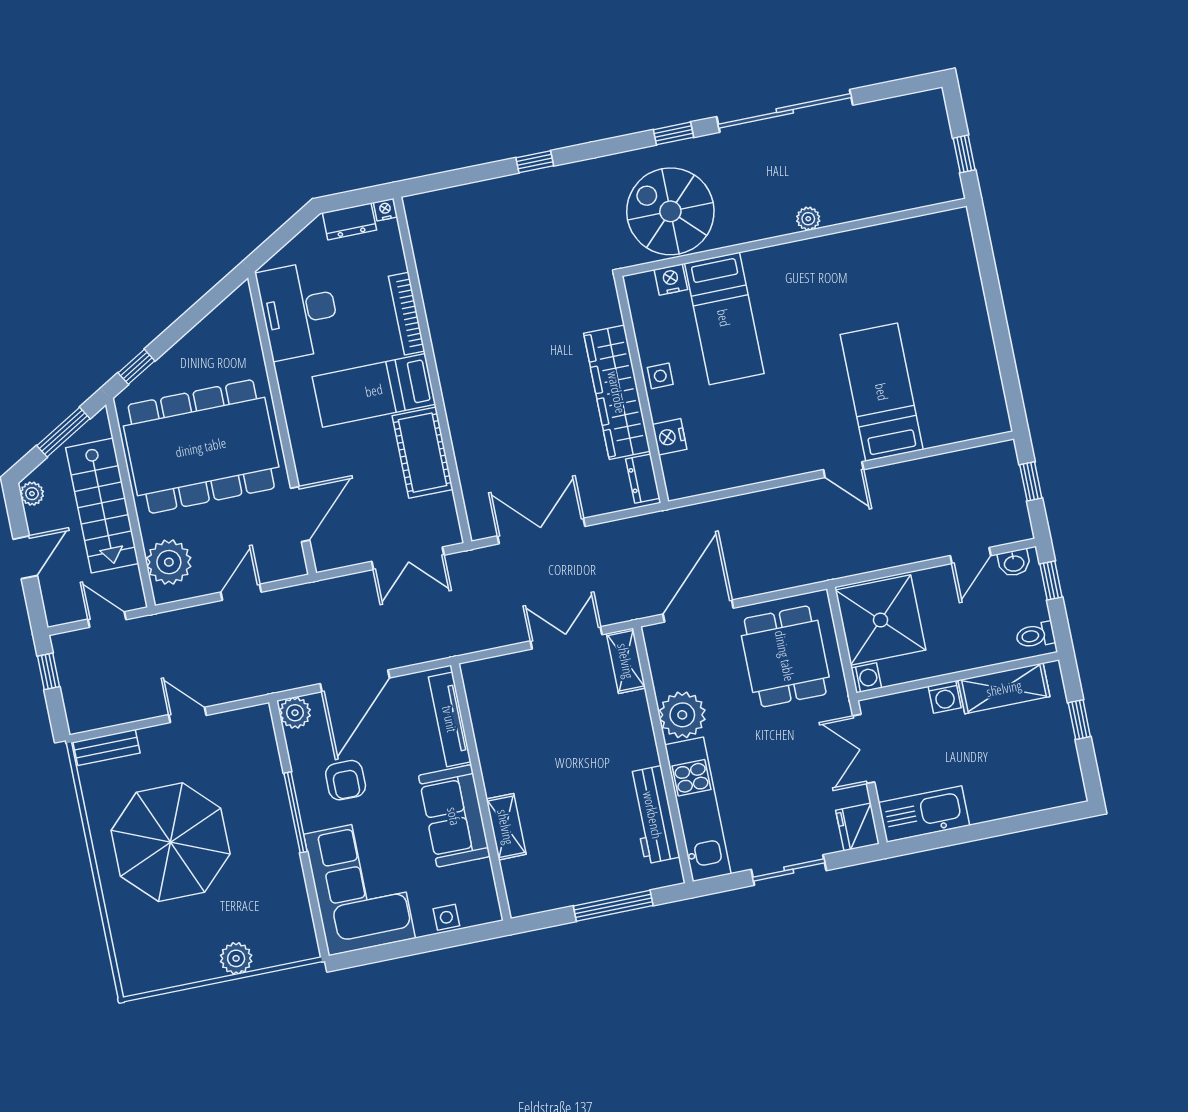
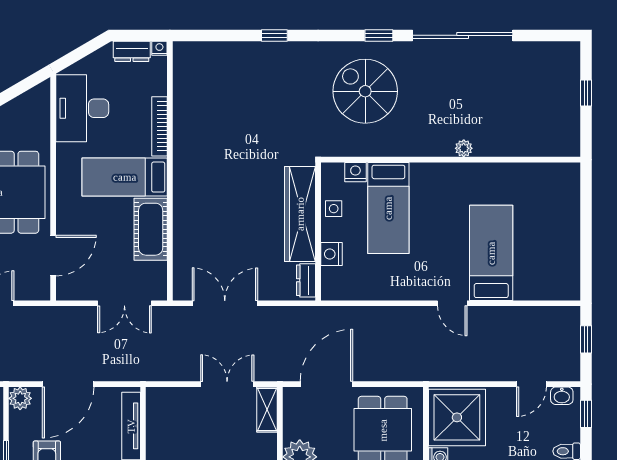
plant: (808, 219) -> (464, 148), moved
wall: (794, 237) -> (451, 160), moved
nightstand: (671, 280) -> (355, 172), moved
bed: (724, 318) -> (388, 208), moved

